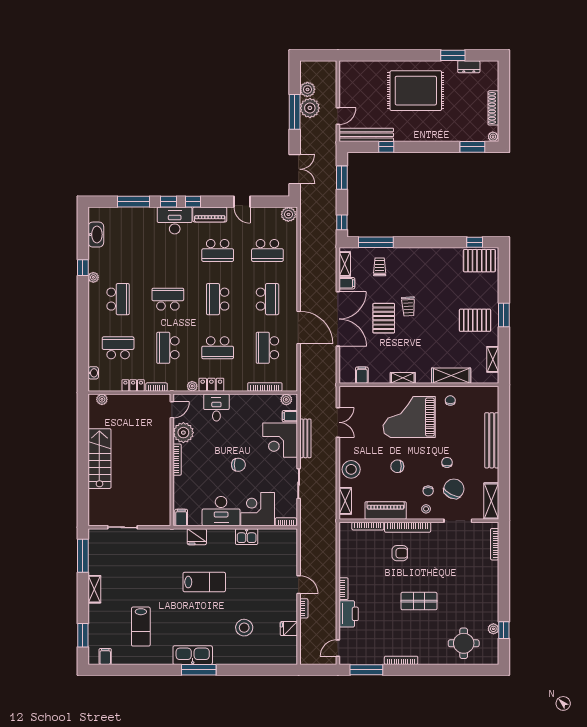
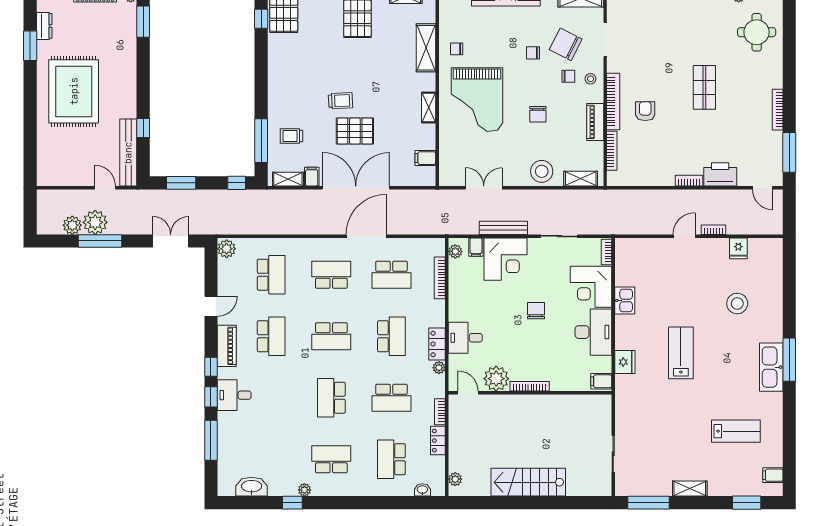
desk: (175, 221) -> (234, 395), width x0.73
piano: (386, 510) -> (595, 122), width x0.73, depth x0.75

